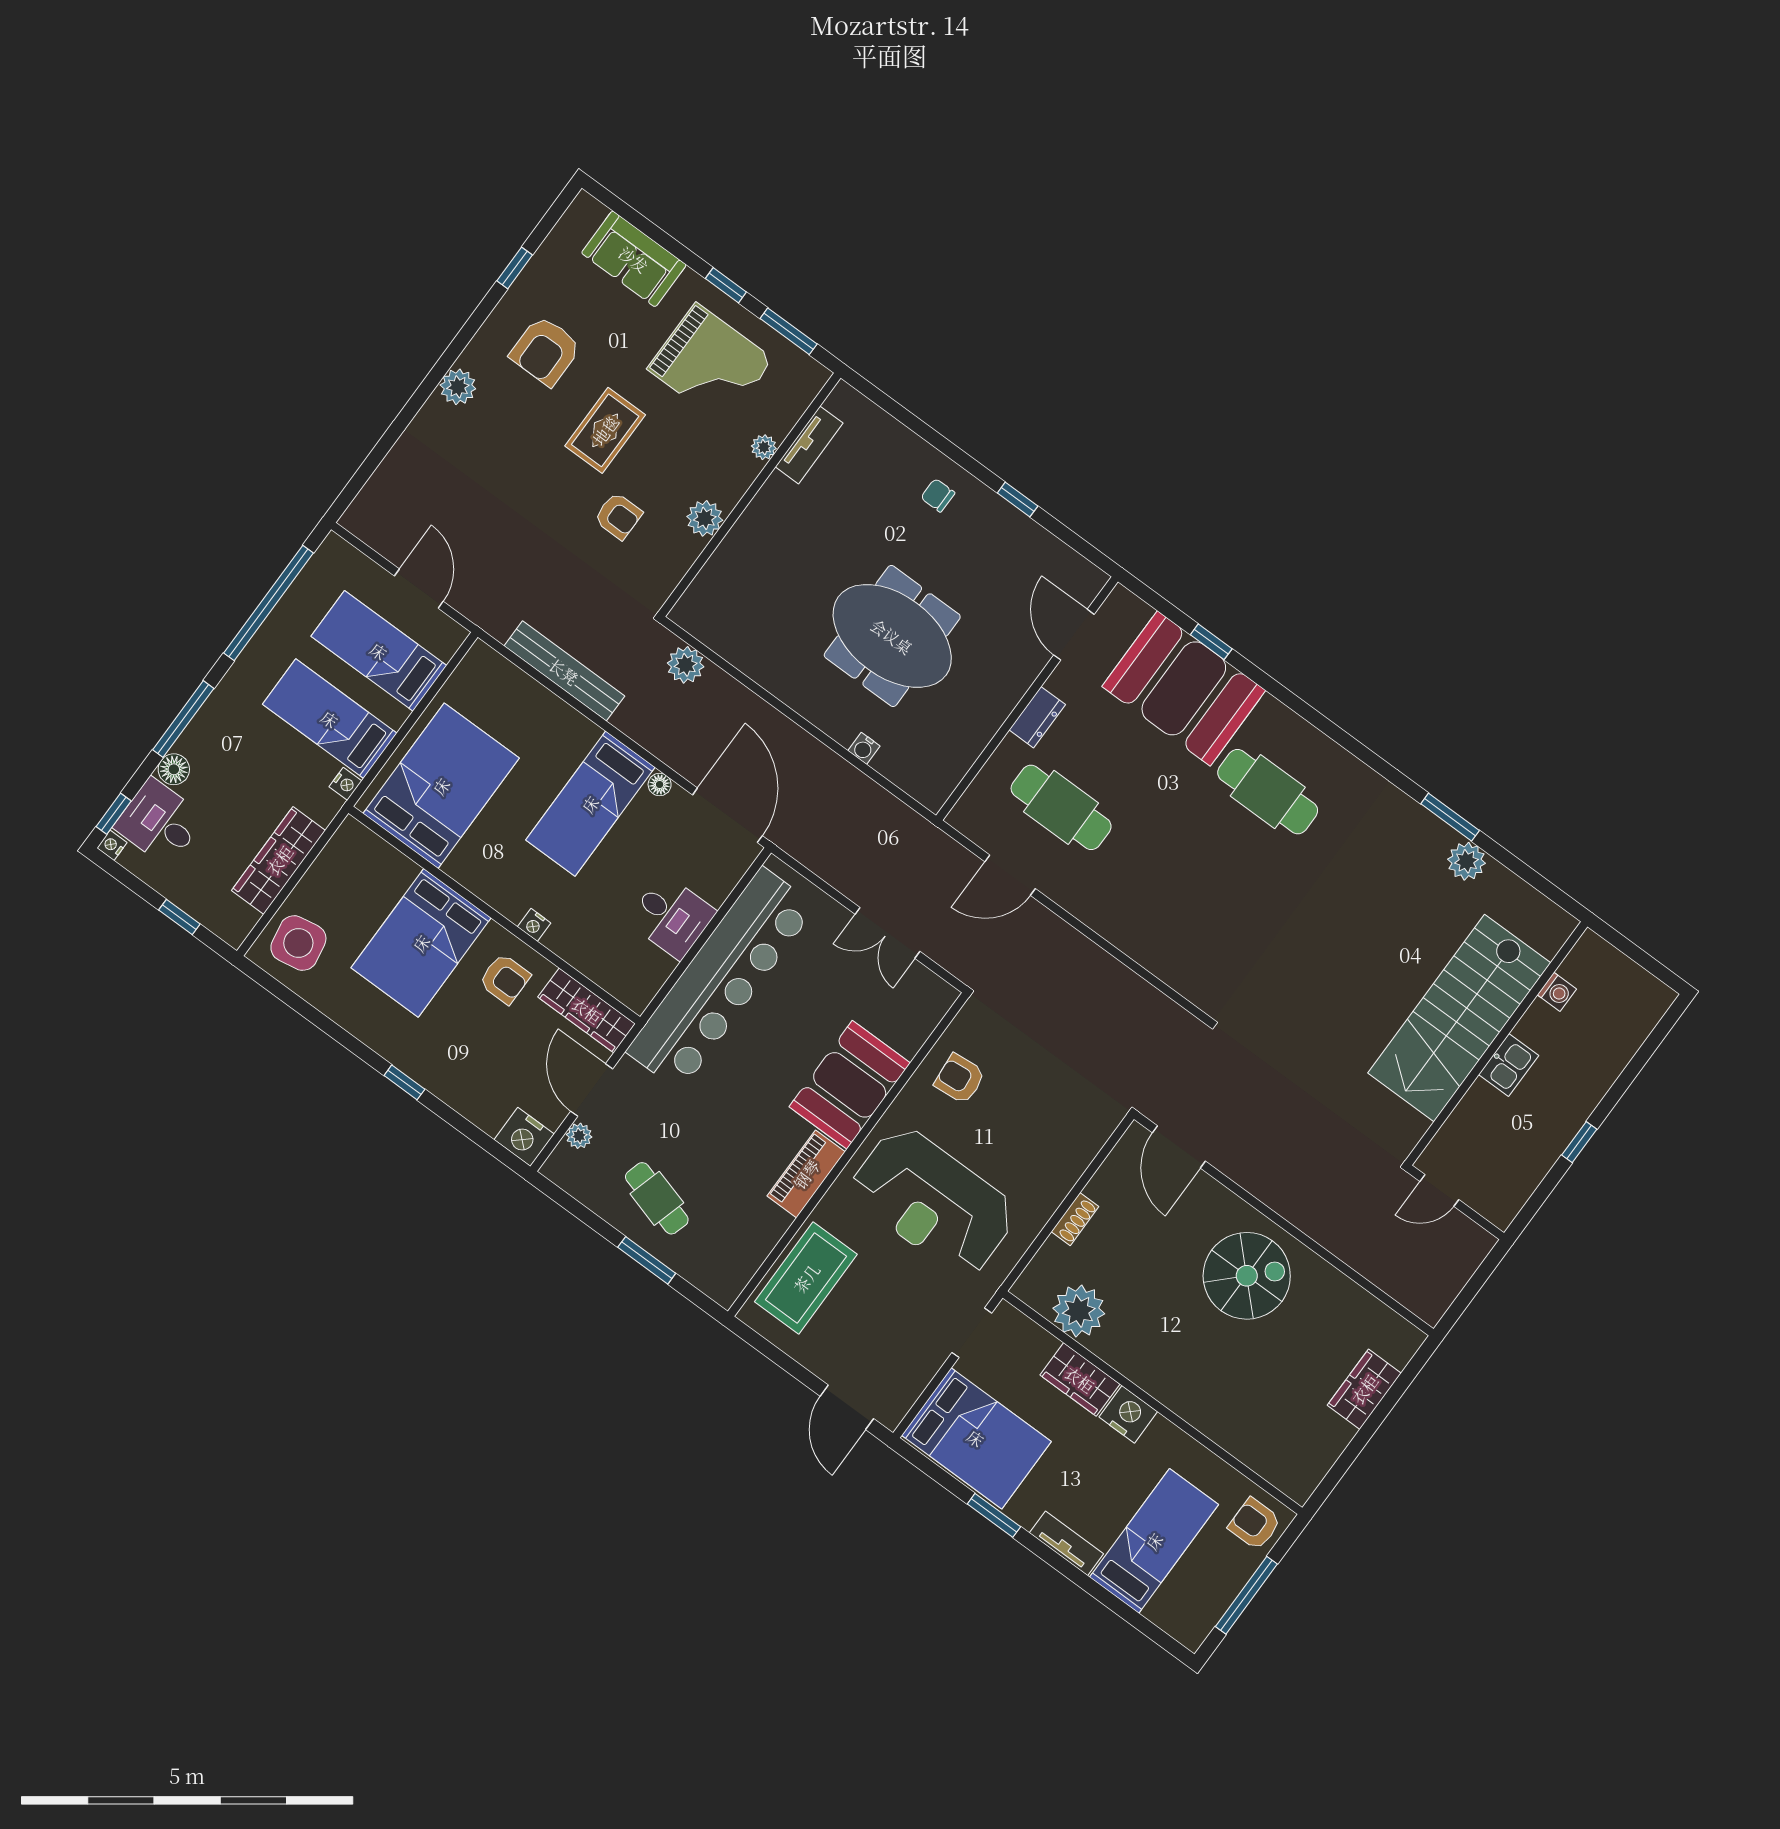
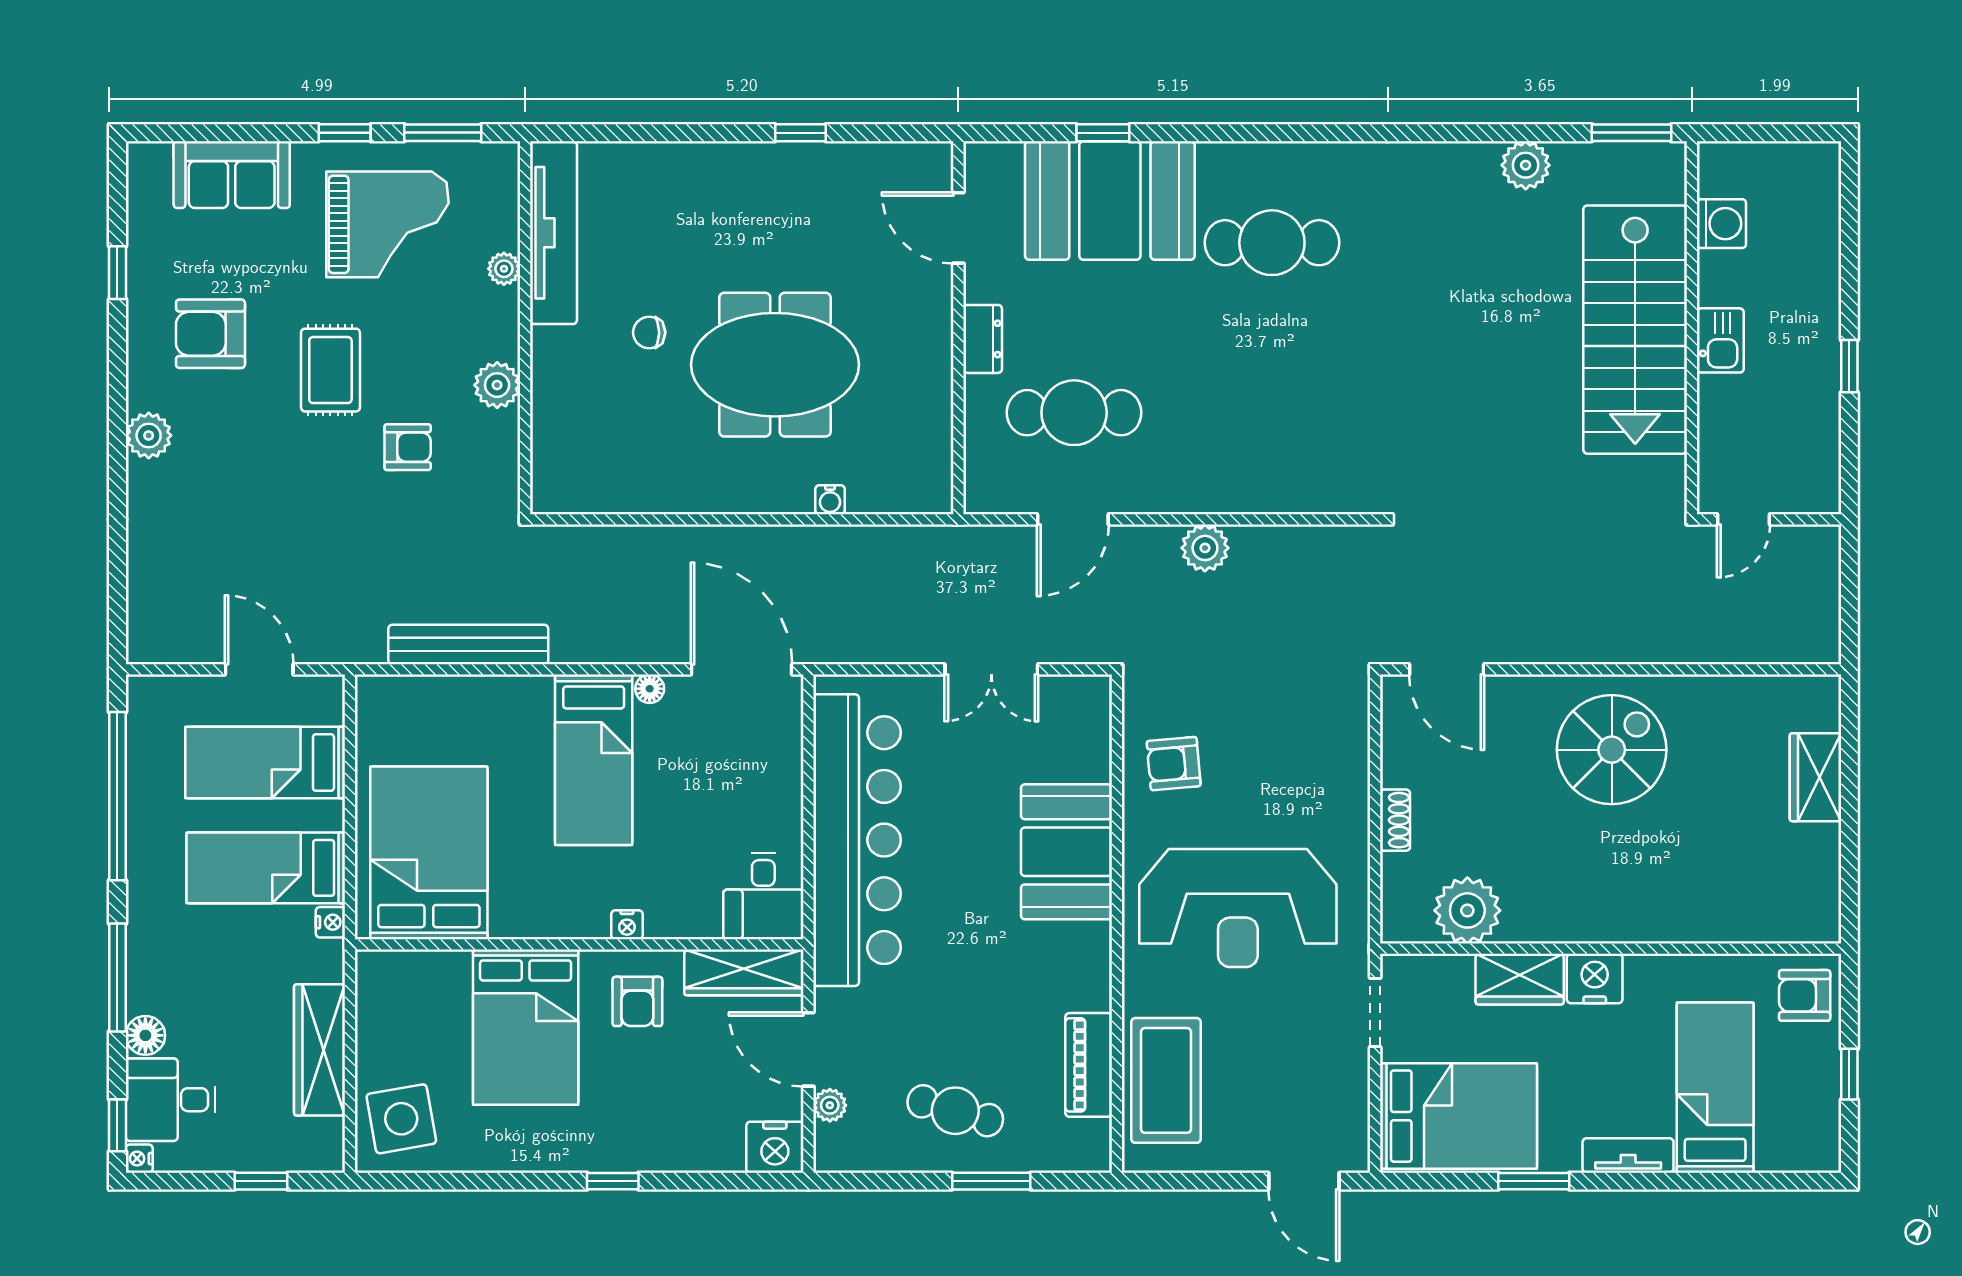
armchair: (545, 351) -> (210, 334), turned 90
tv unit: (809, 445) -> (553, 233), width x1.92, depth x1.29
chair: (938, 495) -> (649, 333), moved
plant: (686, 665) -> (1205, 548), moved
window: (1450, 817) -> (1631, 133), moved
desk: (672, 916) -> (763, 896), moved, turned 90
armchair: (505, 979) -> (637, 1001), turned 90
washing machine: (1557, 992) -> (1721, 224), width x1.38, depth x1.38
piano: (806, 1174) -> (1089, 1065), moved
window: (1246, 1595) -> (1849, 1074), width x0.46

